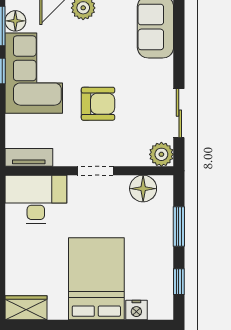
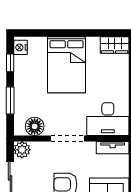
doorway: (95, 171) -> (67, 139), width x1.38
nightstand: (136, 310) -> (20, 47), moved, turned -90

